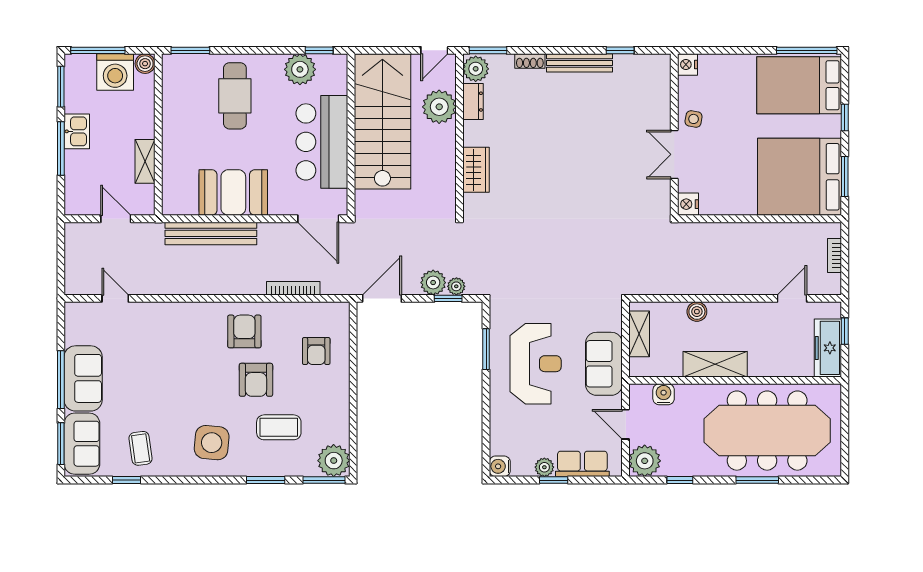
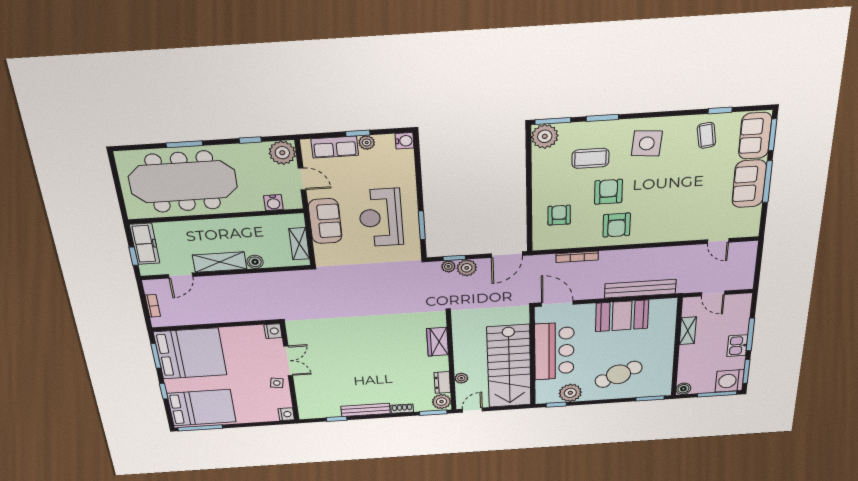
washing machine: (115, 72) -> (730, 381), moved, turned -90
cafe table: (235, 96) -> (619, 374), turned 65
plant: (439, 107) -> (461, 378), width x0.53, depth x0.53
shelving: (715, 364) -> (220, 262), moved

